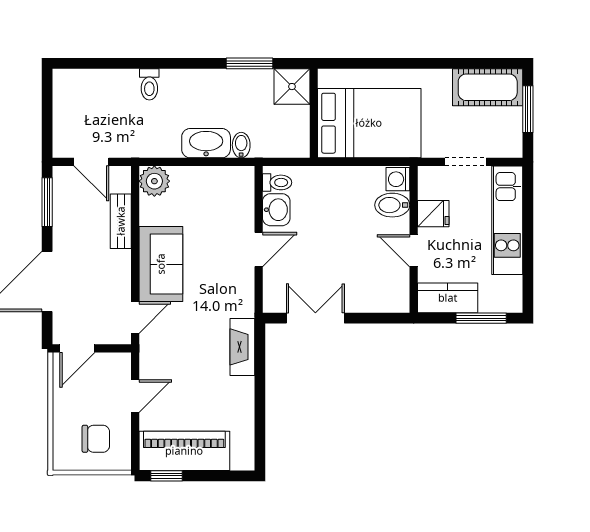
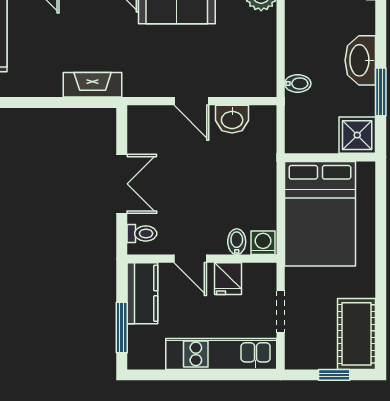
window: (528, 109) -> (334, 375), width x0.67
washbasin: (206, 143) -> (360, 60), moved, turned 180
toilet: (277, 182) -> (142, 233), moved, turned -90
bidet: (392, 205) -> (237, 242), width x0.72, depth x0.74
door: (414, 251) -> (190, 259), swing flipped
double door: (315, 318) -> (122, 184), moved

